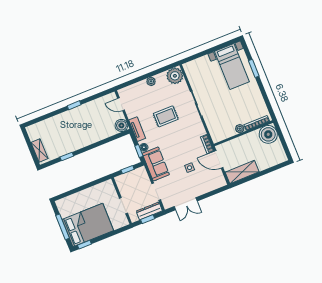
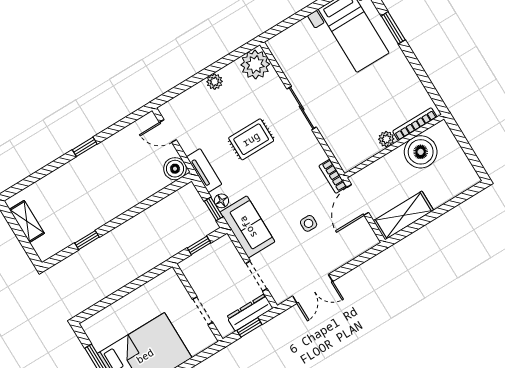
boiler: (268, 134) -> (421, 152), moved
shelving: (39, 150) -> (27, 221), moved
door: (219, 159) -> (358, 200), hinge flipped

